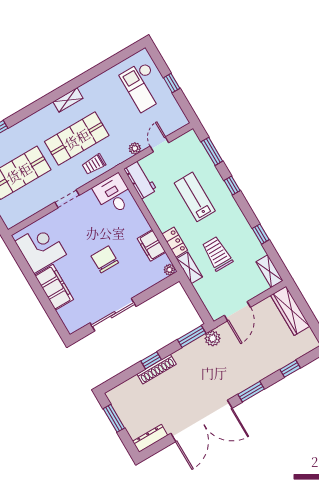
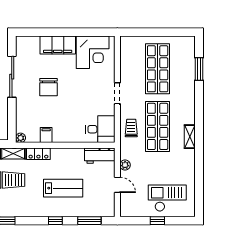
filing cabinet: (152, 245) -> (46, 135), width x0.50
chair: (105, 259) -> (49, 87), moved, turned 90

